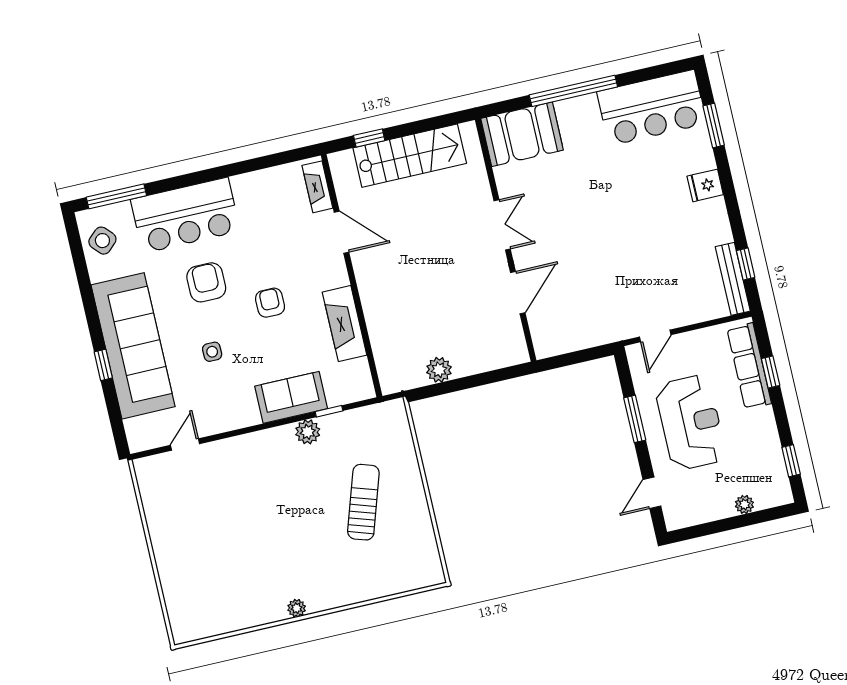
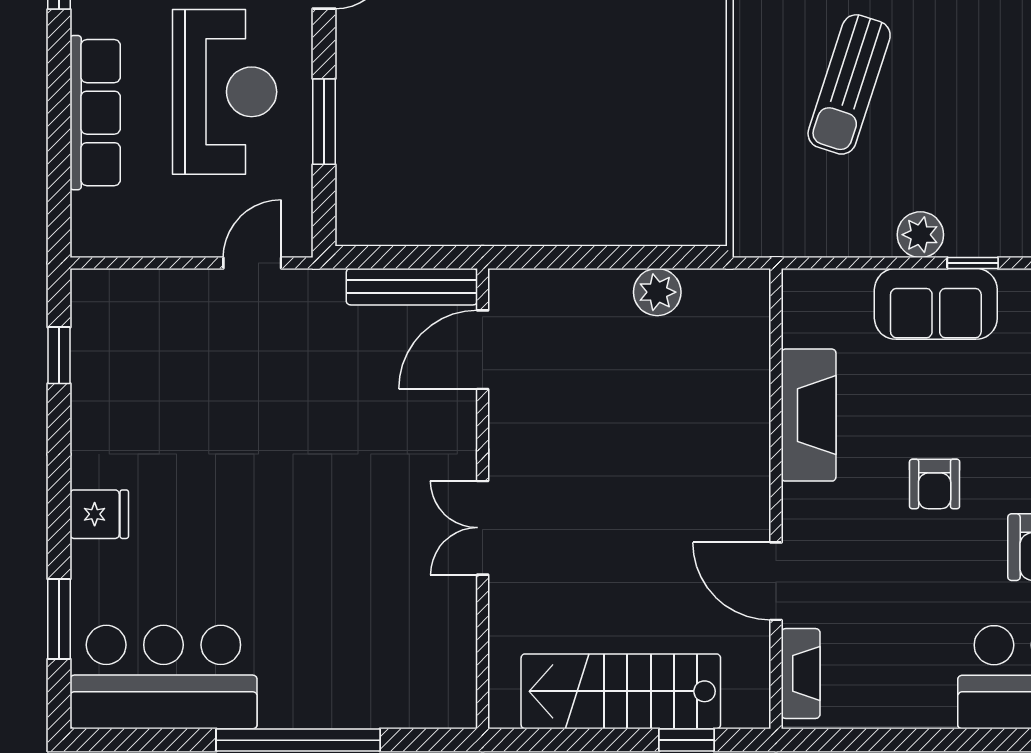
booth: (522, 134) -> (409, 683), removed
bench: (733, 279) -> (412, 287), moved, turned 90
door: (518, 293) -> (483, 350), moved
row of seats: (749, 366) -> (95, 113), moved
window: (771, 372) -> (59, 150), removed
window: (329, 411) -> (973, 263), moved
reception desk: (691, 423) -> (225, 92), turned 180

